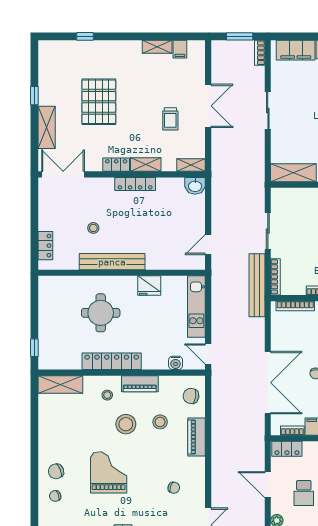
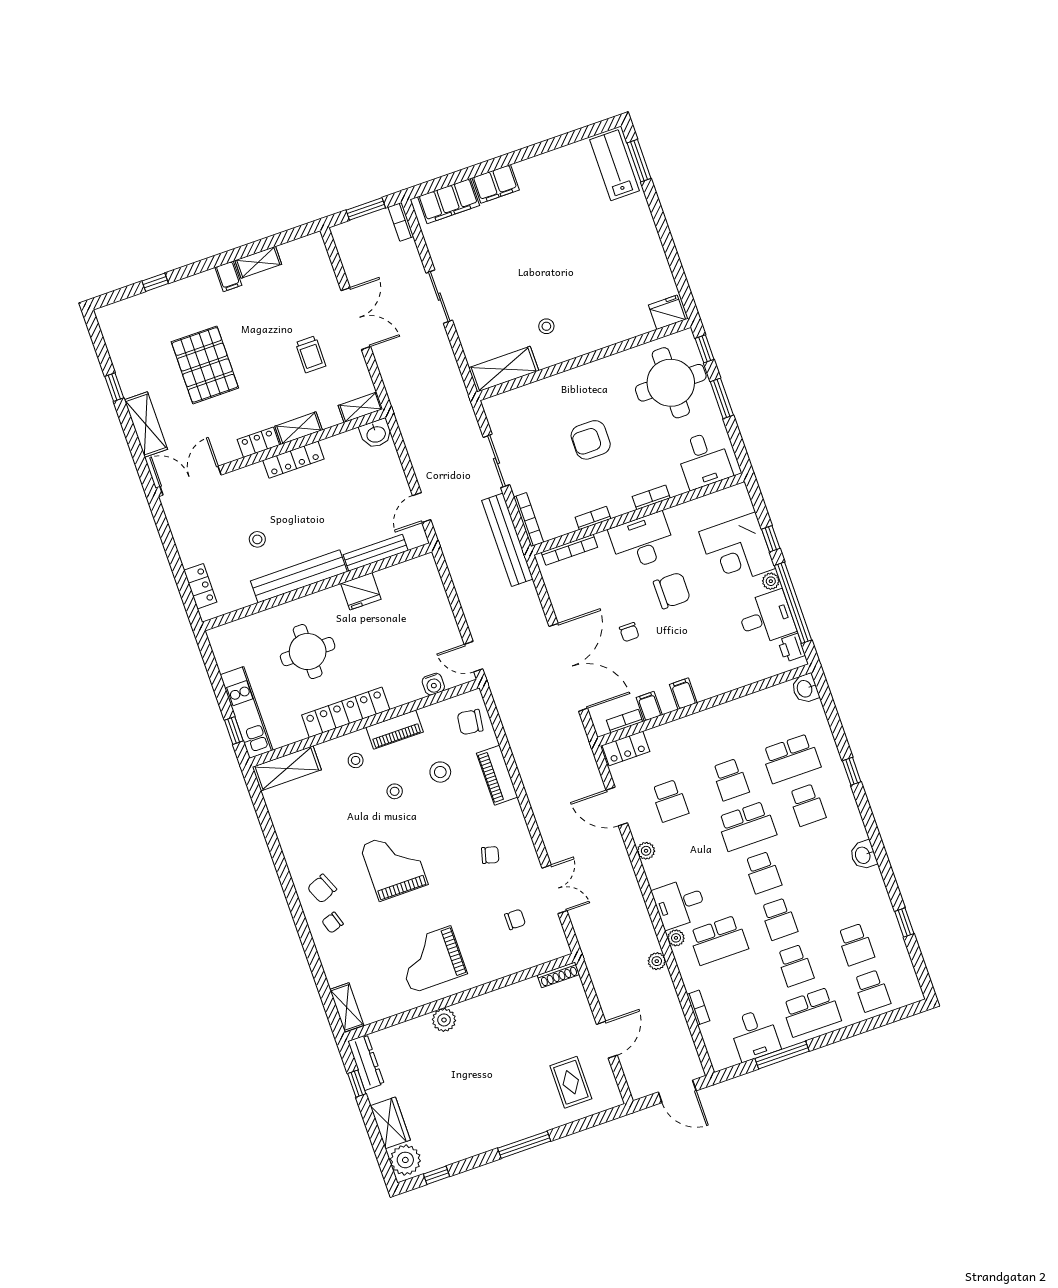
filing cabinet: (180, 49) -> (228, 276), moved
bench: (168, 264) -> (376, 553), added
kitchen unit: (196, 307) -> (247, 712), moved, turned 180
stool: (126, 424) -> (395, 791), width x0.53, depth x0.53

